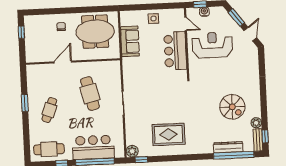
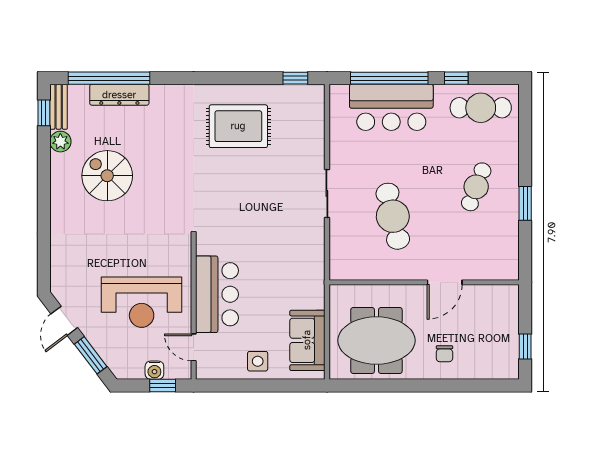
sofa: (130, 41) -> (307, 340), moved
plant: (132, 151) -> (313, 96), removed

